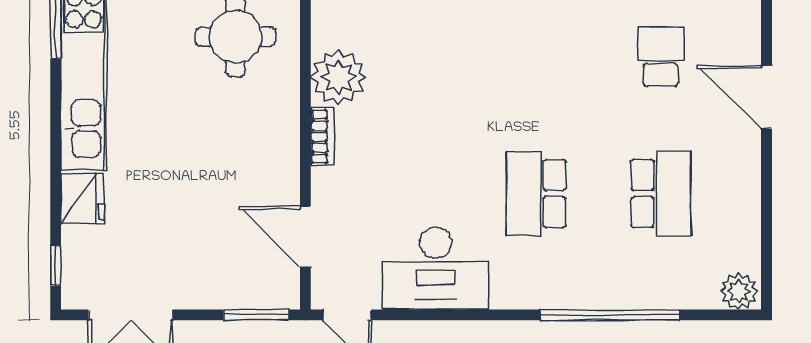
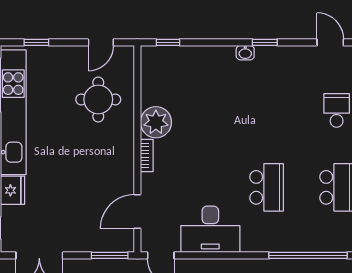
school desk: (536, 193) -> (267, 187), turned 180
door: (305, 237) -> (137, 212), hinge flipped

